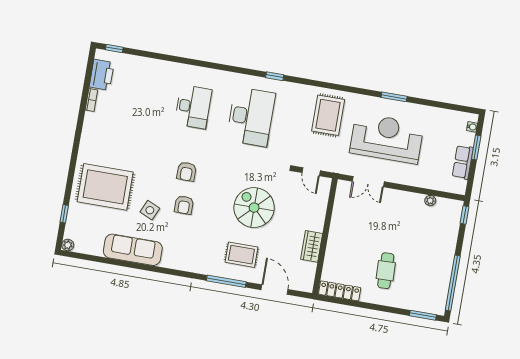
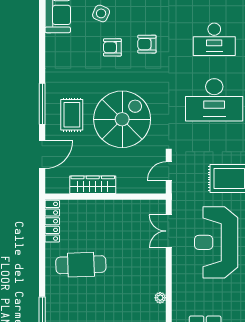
reception desk: (387, 138) -> (216, 242), turned 180
spiral stairs: (254, 208) -> (122, 119), width x1.37, depth x1.37
wardrobe: (312, 246) -> (93, 185), width x1.50
cafe table: (386, 271) -> (81, 265), width x1.37, depth x1.35

